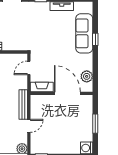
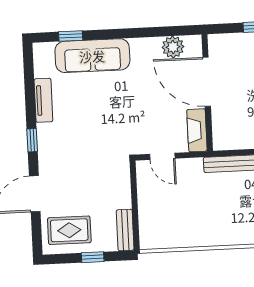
window: (95, 39) -> (71, 36), moved
door: (67, 93) -> (207, 82), hinge flipped

